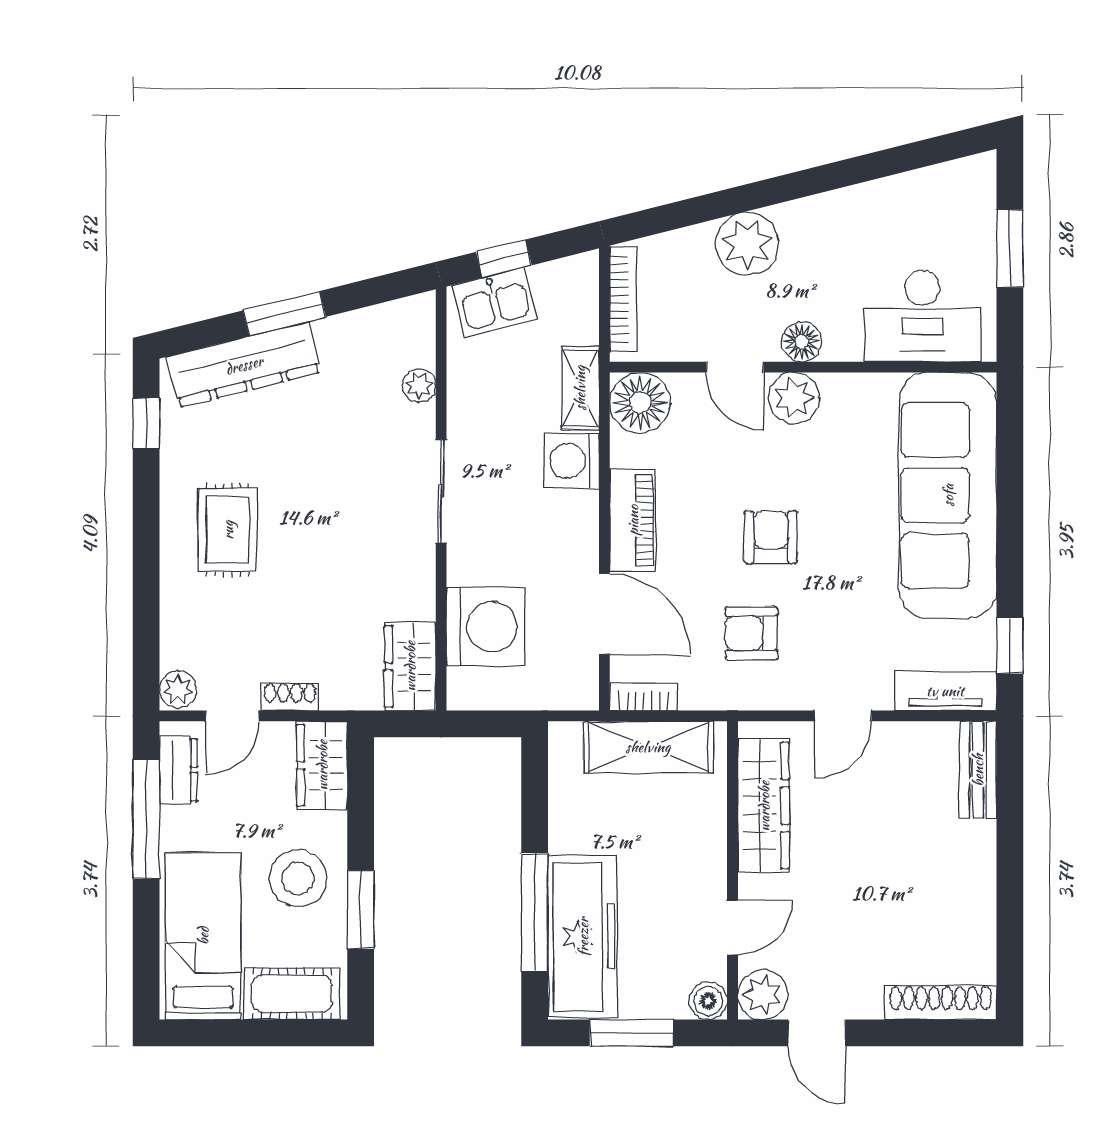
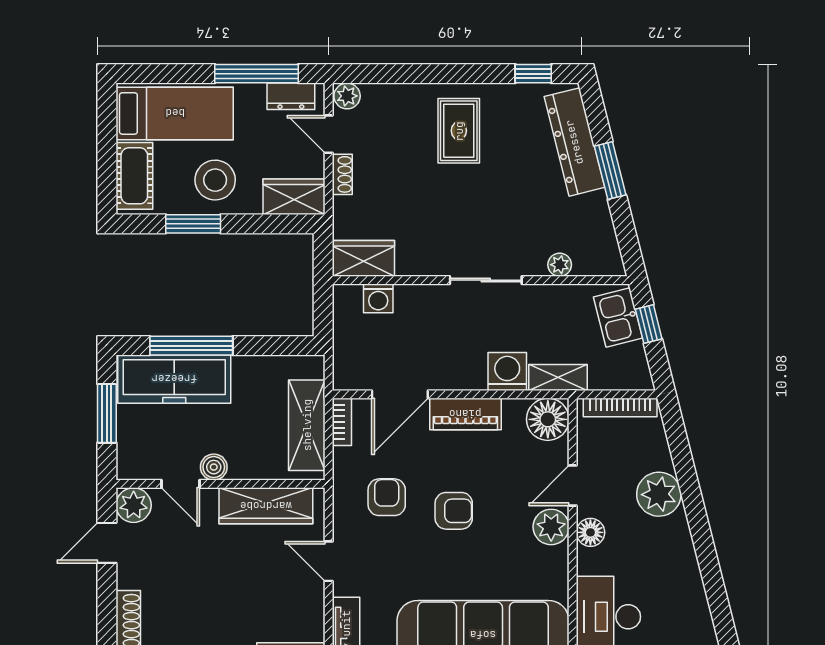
rug: (228, 530) -> (459, 131), turned 90
washing machine: (486, 627) -> (378, 298), width x0.53, depth x0.53
boiler: (708, 1001) -> (214, 467), moved

